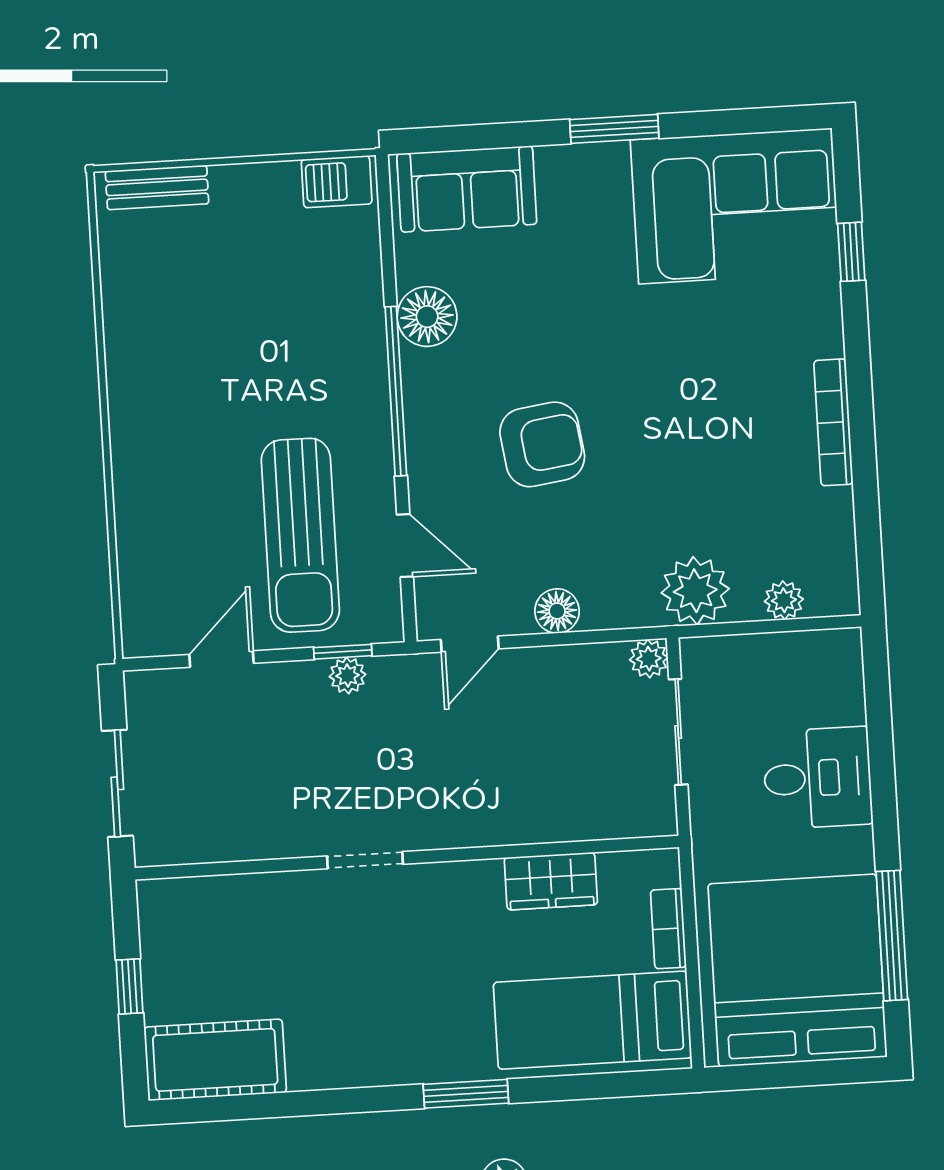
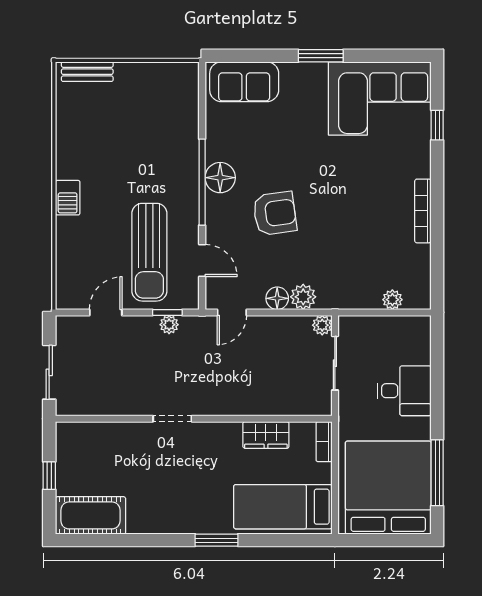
barbecue: (337, 182) -> (68, 198), moved, turned -90
floor lamp: (427, 317) -> (220, 178), moved
plant: (695, 591) -> (303, 297), moved, width x0.73, depth x0.73
bookcase: (668, 929) -> (324, 442), moved

